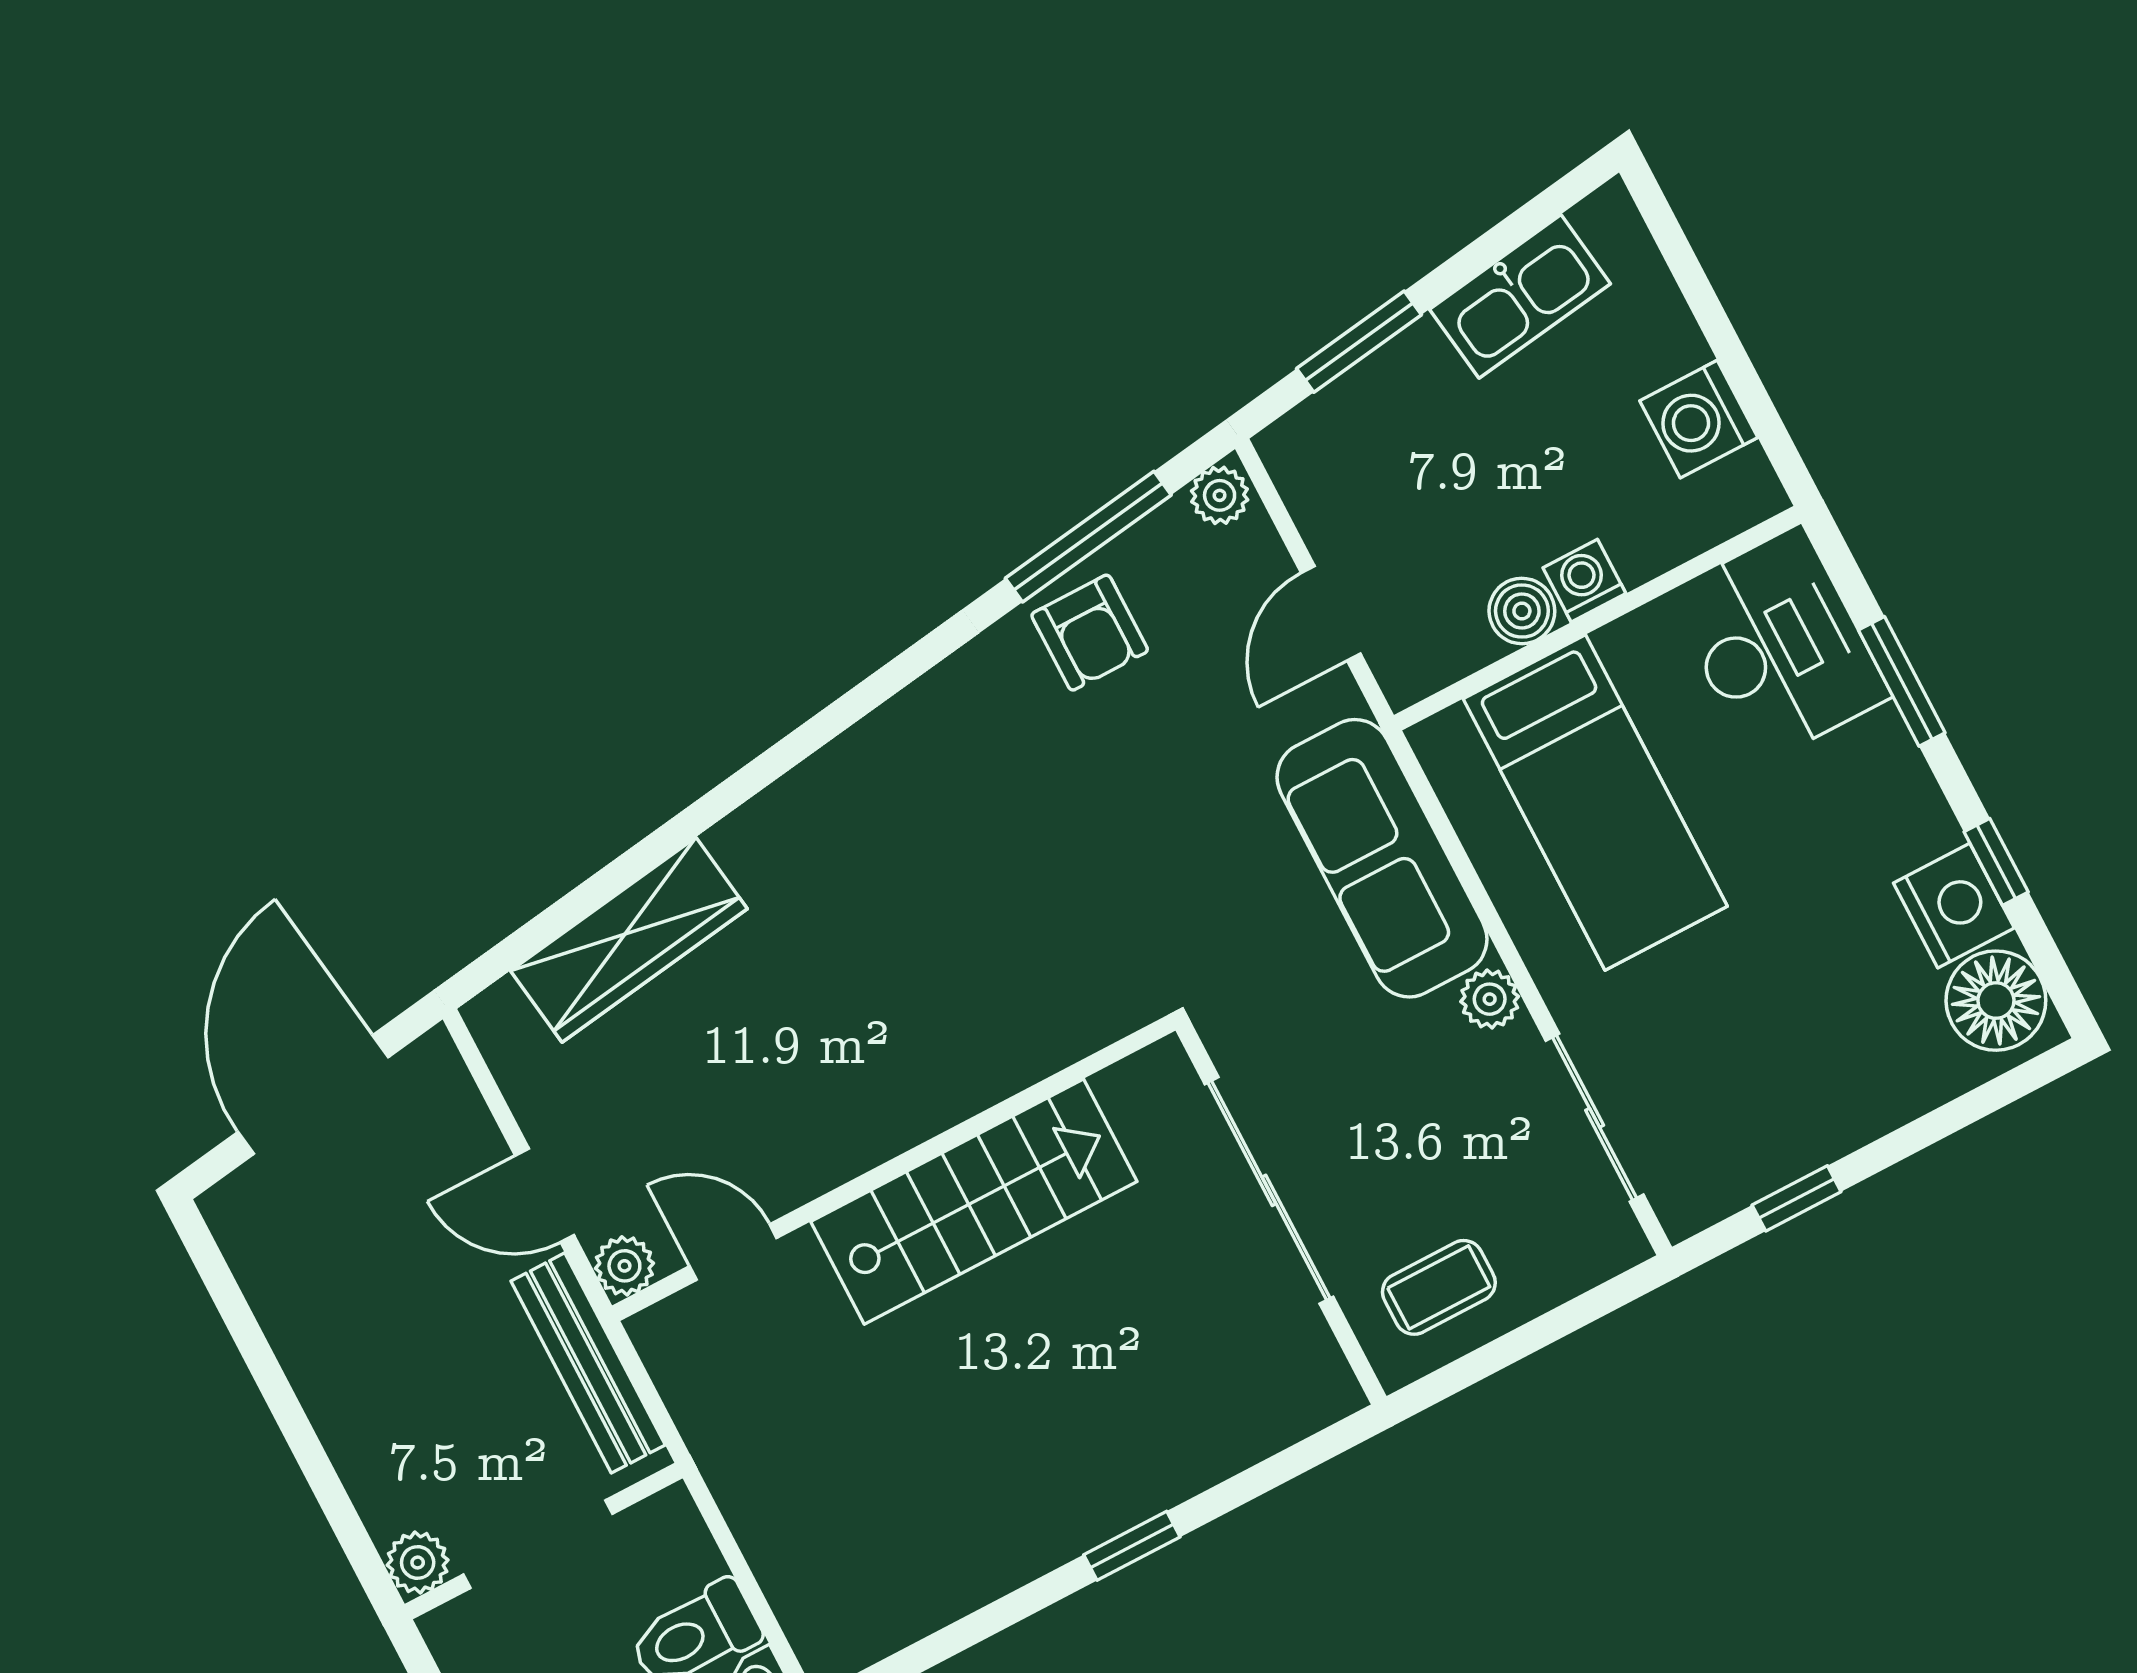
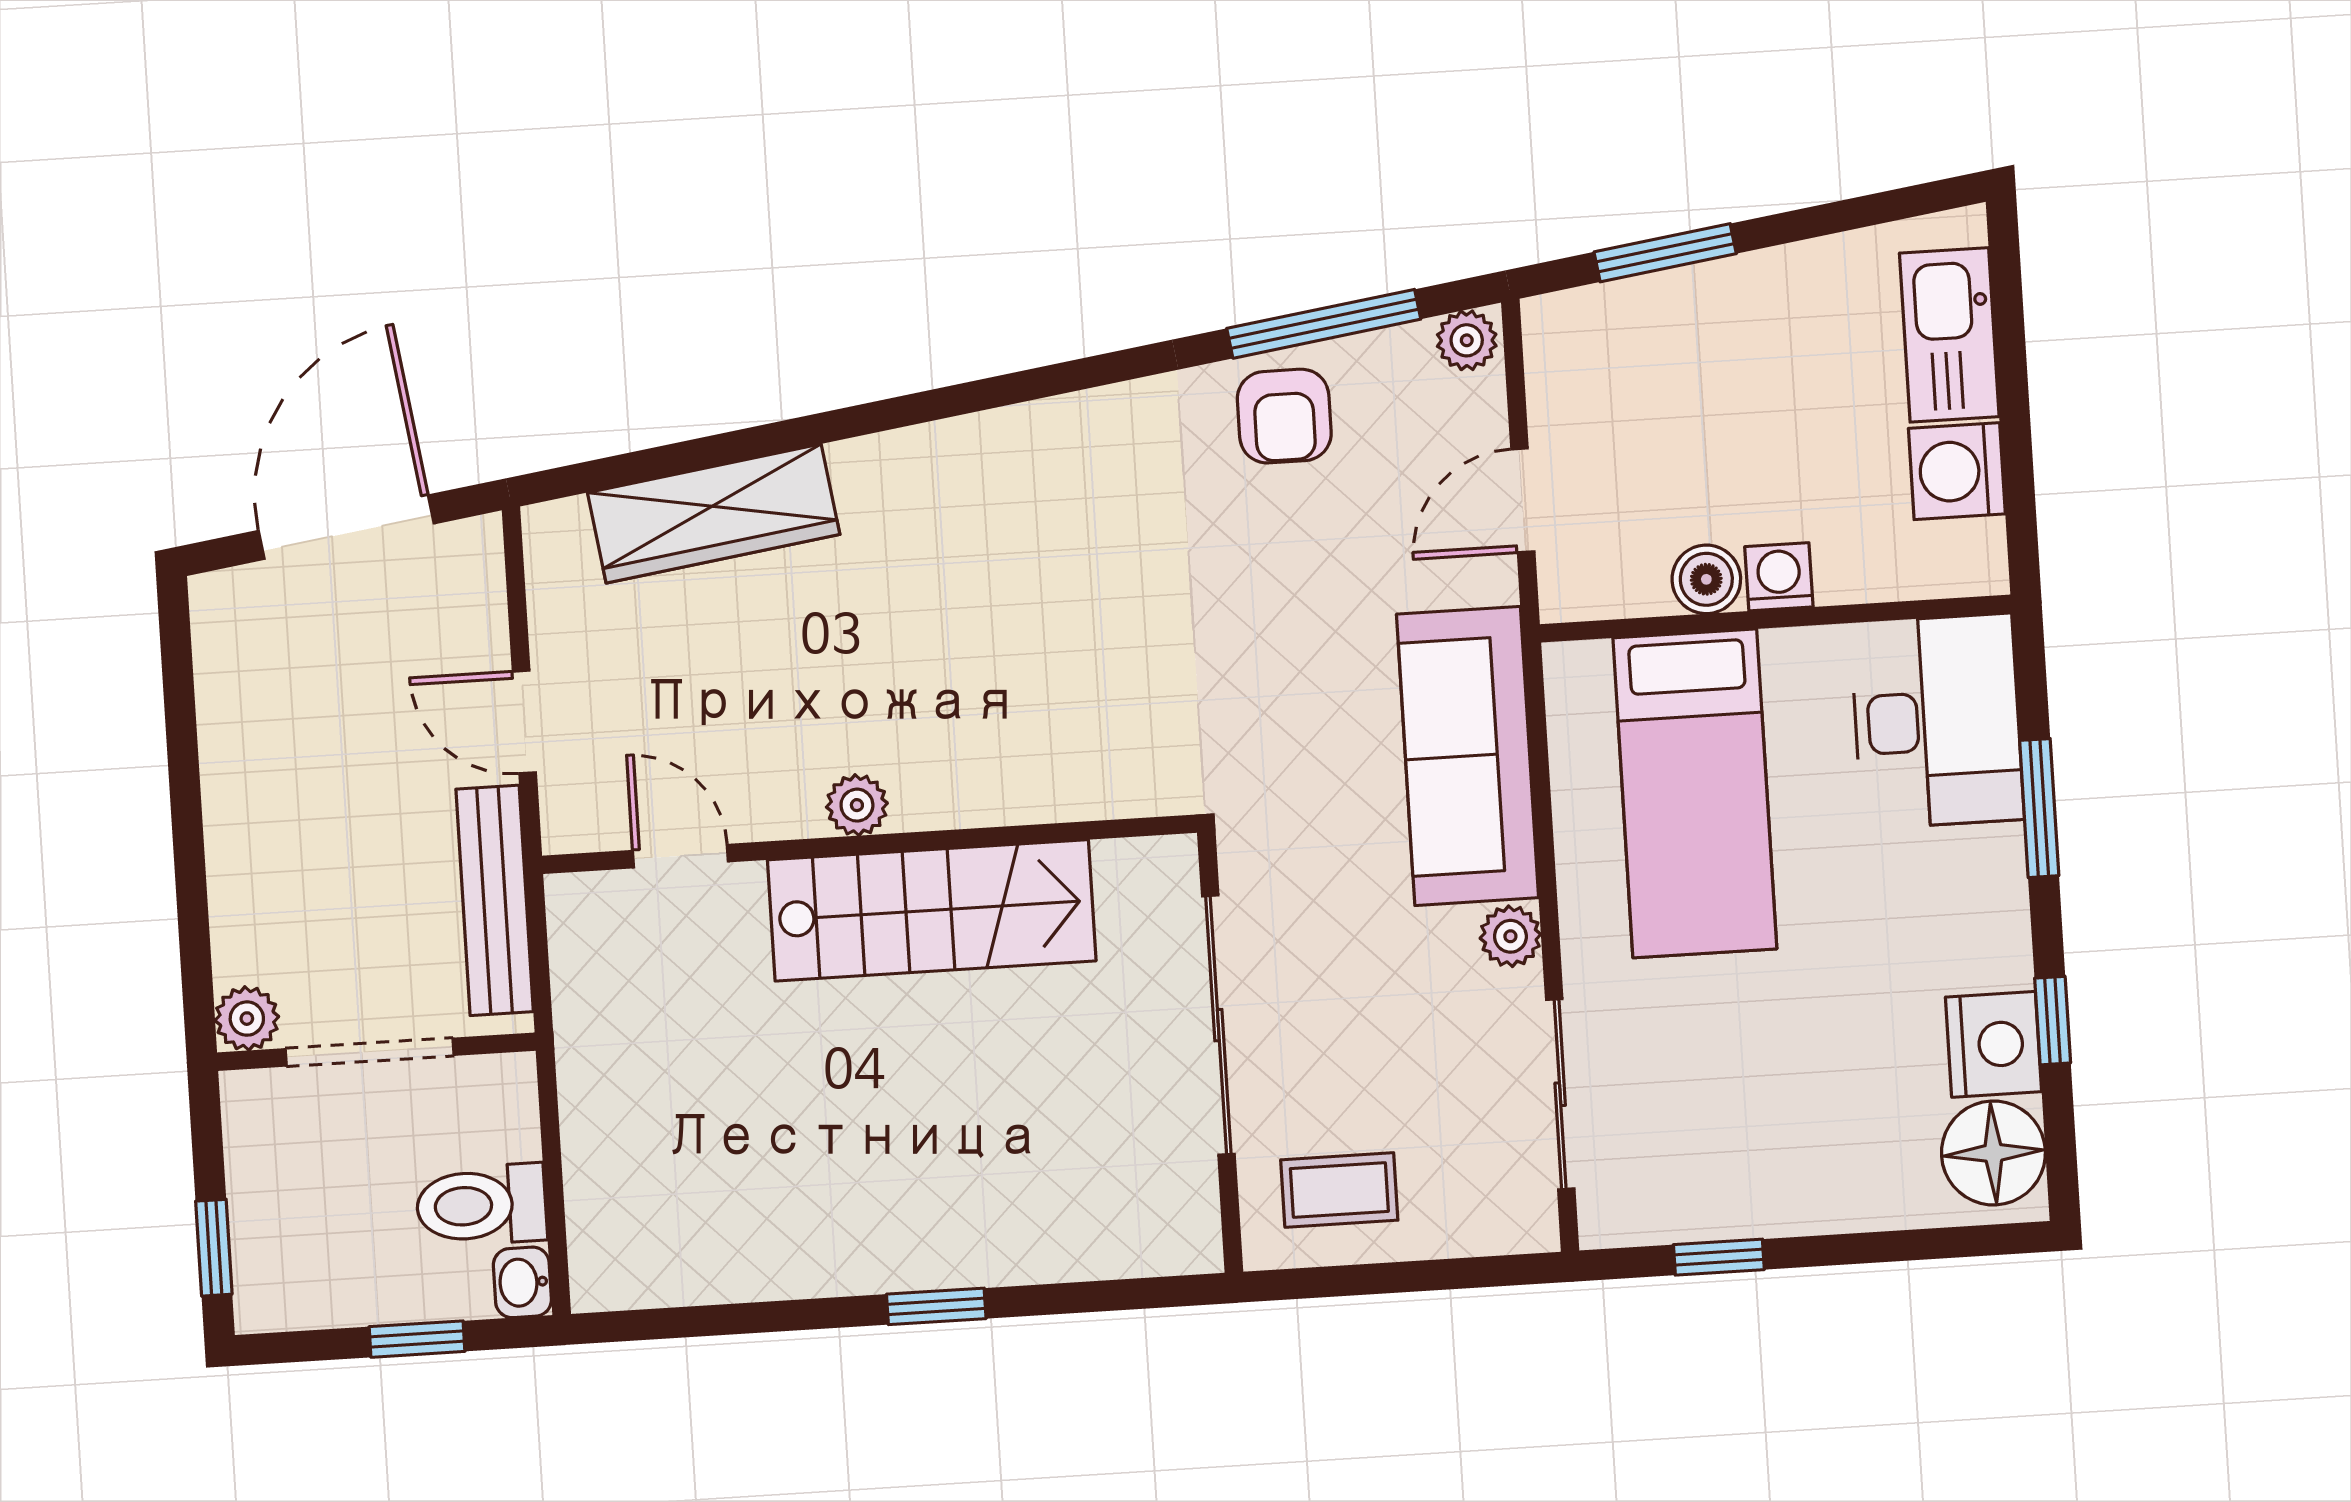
kitchen sink: (1520, 296) -> (1949, 335), moved, turned 98
plant: (624, 1266) -> (857, 805), moved

